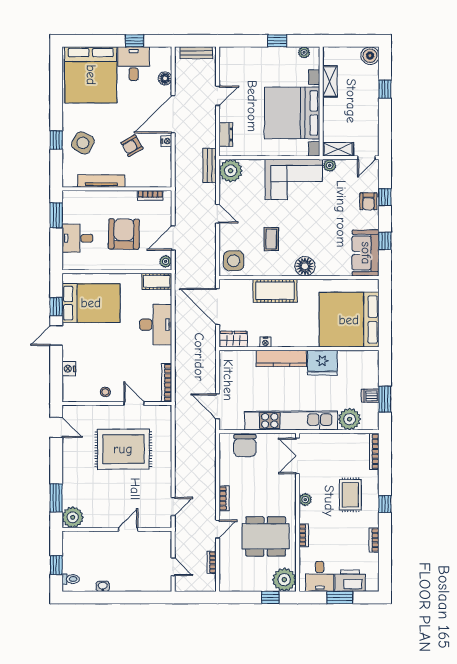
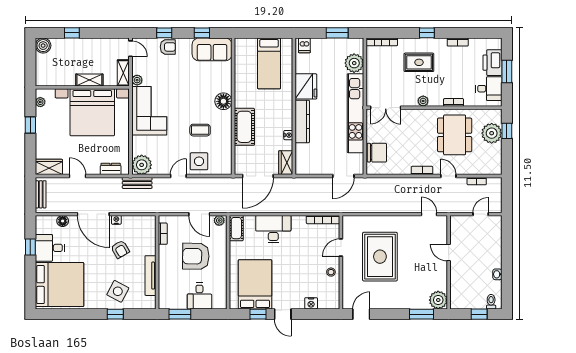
wardrobe: (228, 62) -> (49, 167), added
shelving: (330, 81) -> (89, 80), moved
side table: (234, 261) -> (199, 161), moved
bed: (349, 320) -> (269, 63), width x0.49
dishwasher: (370, 396) -> (304, 45), moved
plant: (284, 580) -> (492, 133), moved

